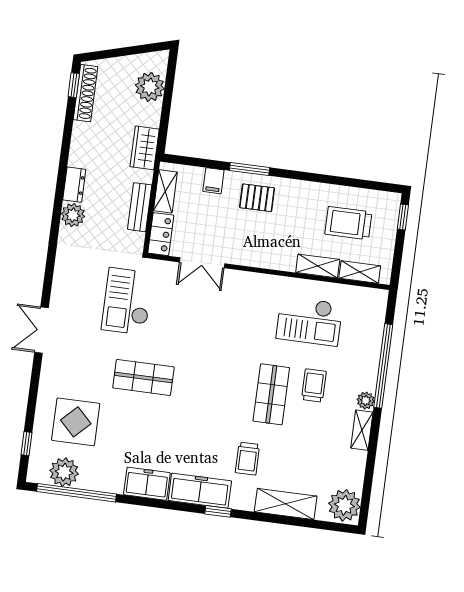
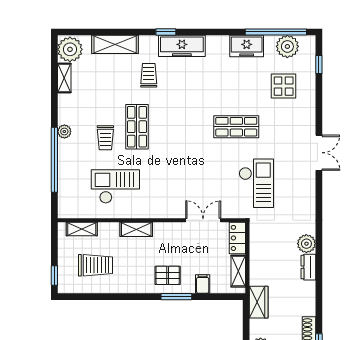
bench: (140, 207) -> (256, 256), removed
shelving: (318, 266) -> (136, 229), moved
display table: (76, 422) -> (284, 86), width x0.73, depth x0.73
shelving: (362, 430) -> (64, 78), moved
freezer: (147, 484) -> (247, 46), moved

